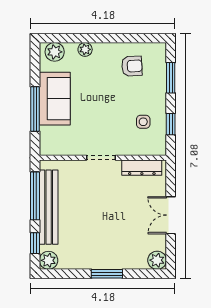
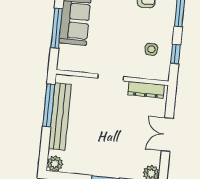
window: (35, 243) -> (45, 147), removed

